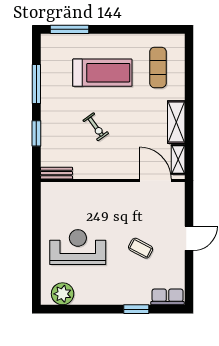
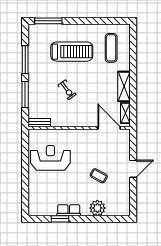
window: (36, 133) -> (25, 94), width x1.44
reception desk: (78, 247) -> (50, 158), moved
plant: (63, 294) -> (97, 208), moved
row of seats: (168, 297) -> (69, 210), moved
window: (136, 309) -> (60, 219), moved

